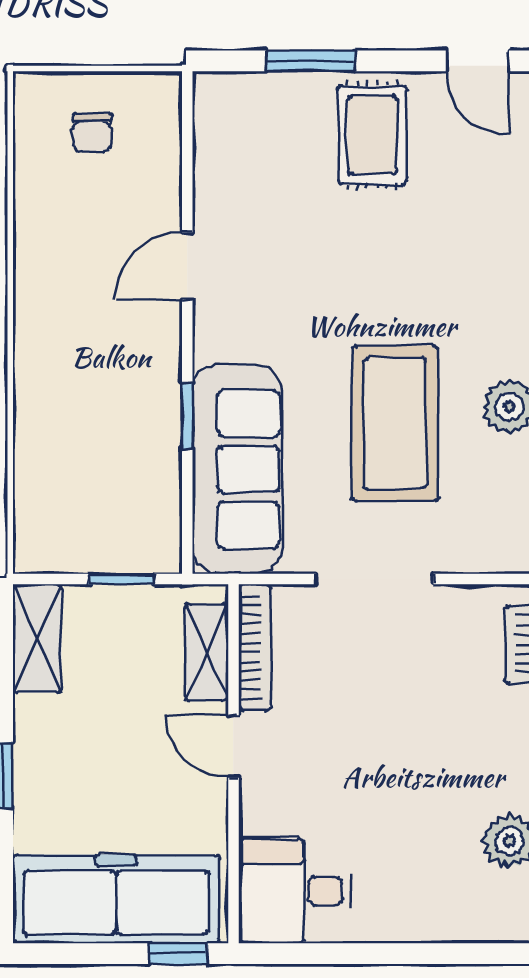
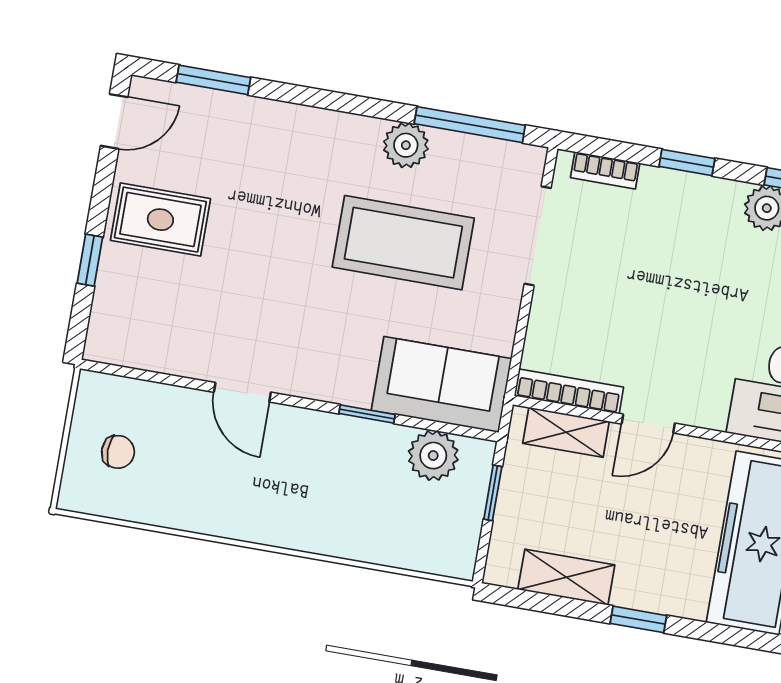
window: (310, 61) -> (90, 260), width x0.67
sofa: (237, 469) -> (441, 384), width x0.73
plant: (152, 502) -> (433, 456), added
doorway: (375, 579) -> (538, 236), moved
shelving: (37, 638) -> (566, 577), moved

